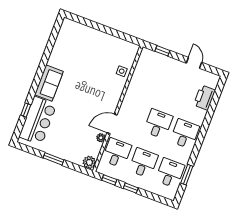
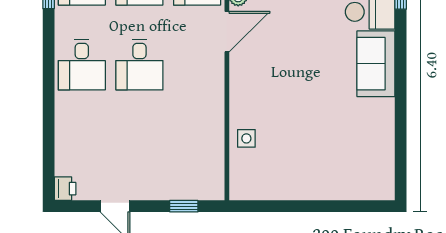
printer: (205, 98) -> (65, 189), moved, width x0.53, depth x0.68

